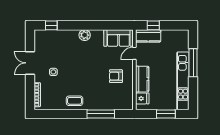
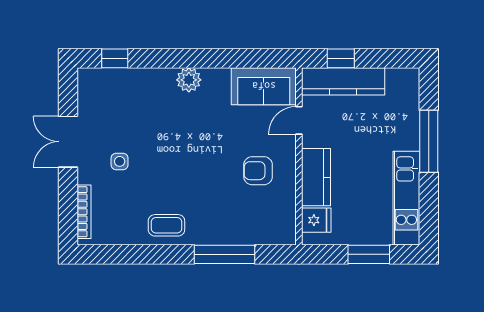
kitchen counter: (148, 36) -> (343, 81), width x1.50
kitchen unit: (183, 81) -> (406, 198), width x0.73

